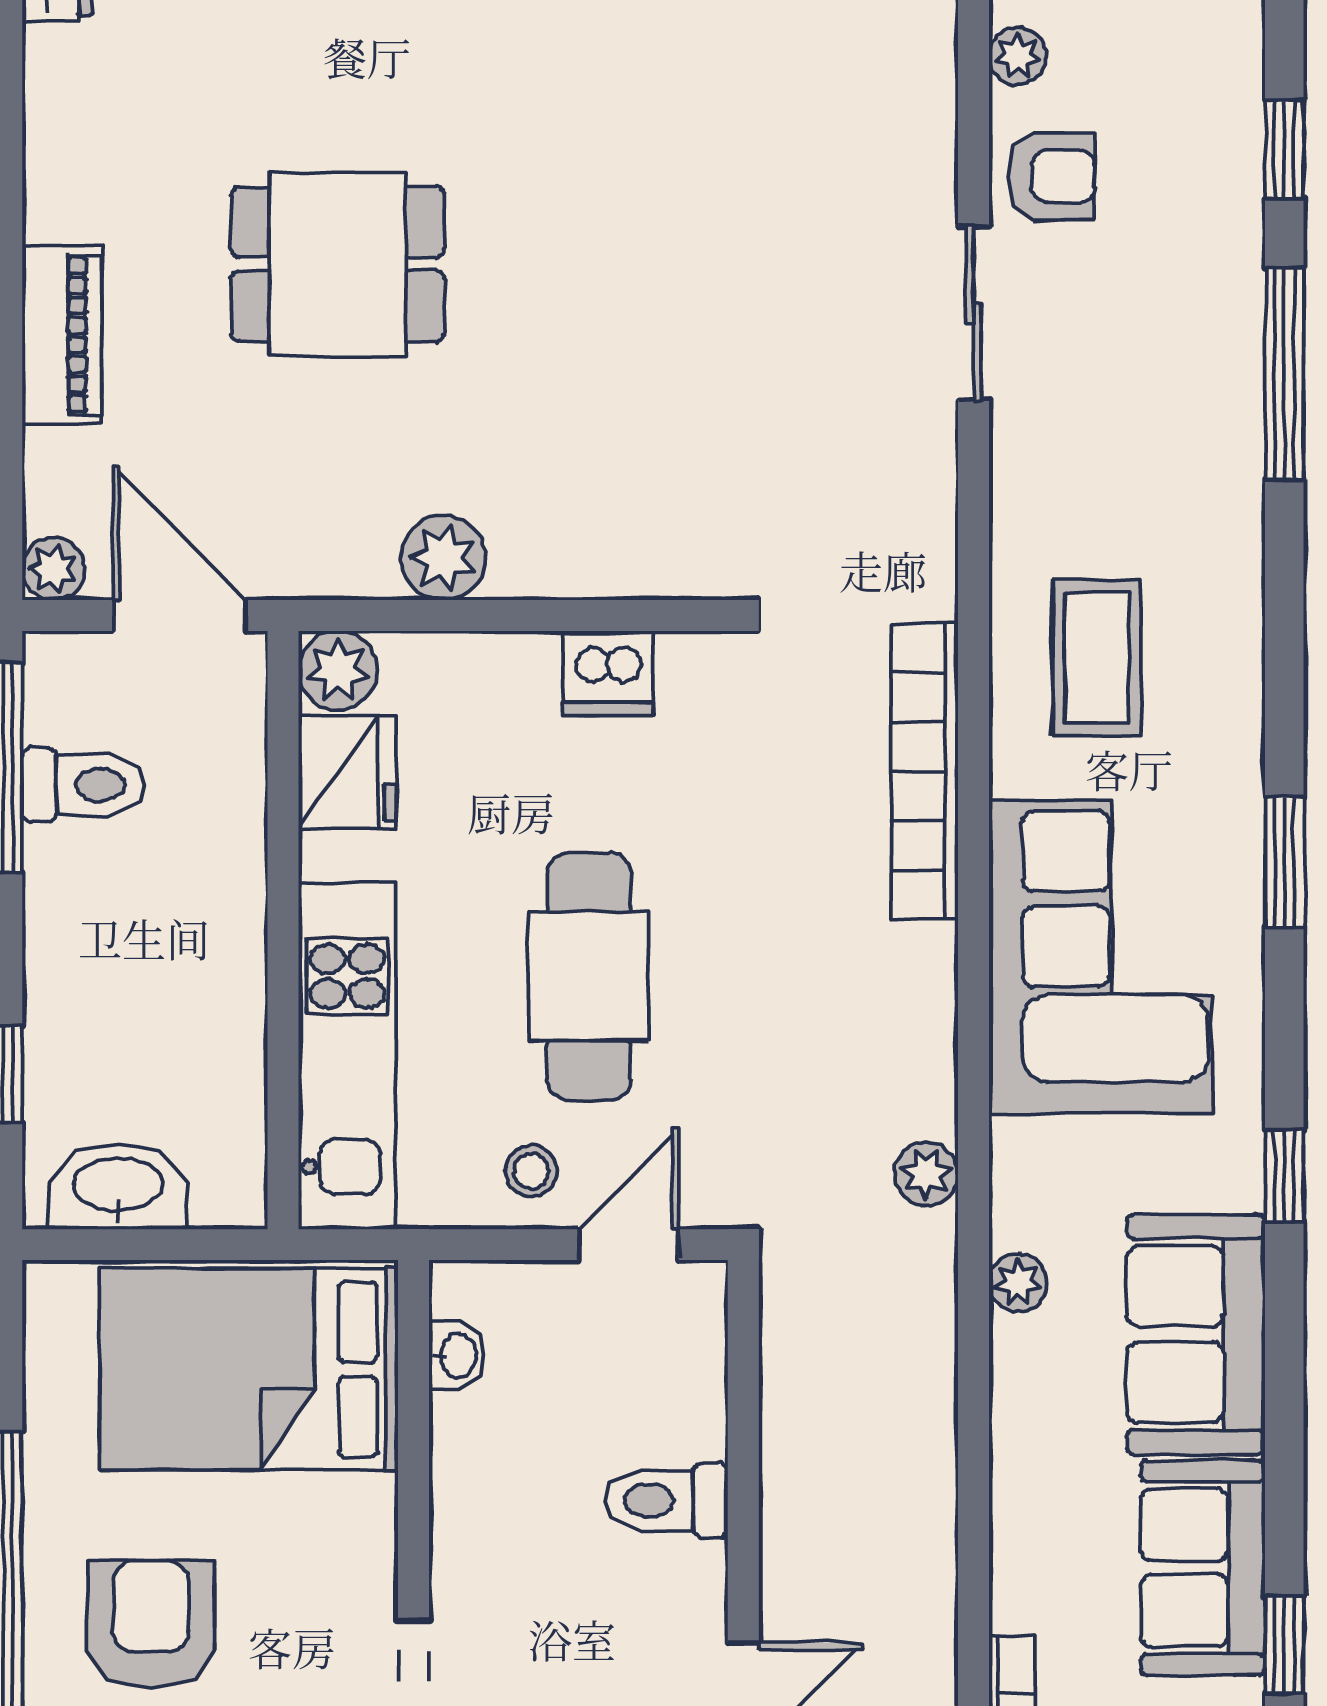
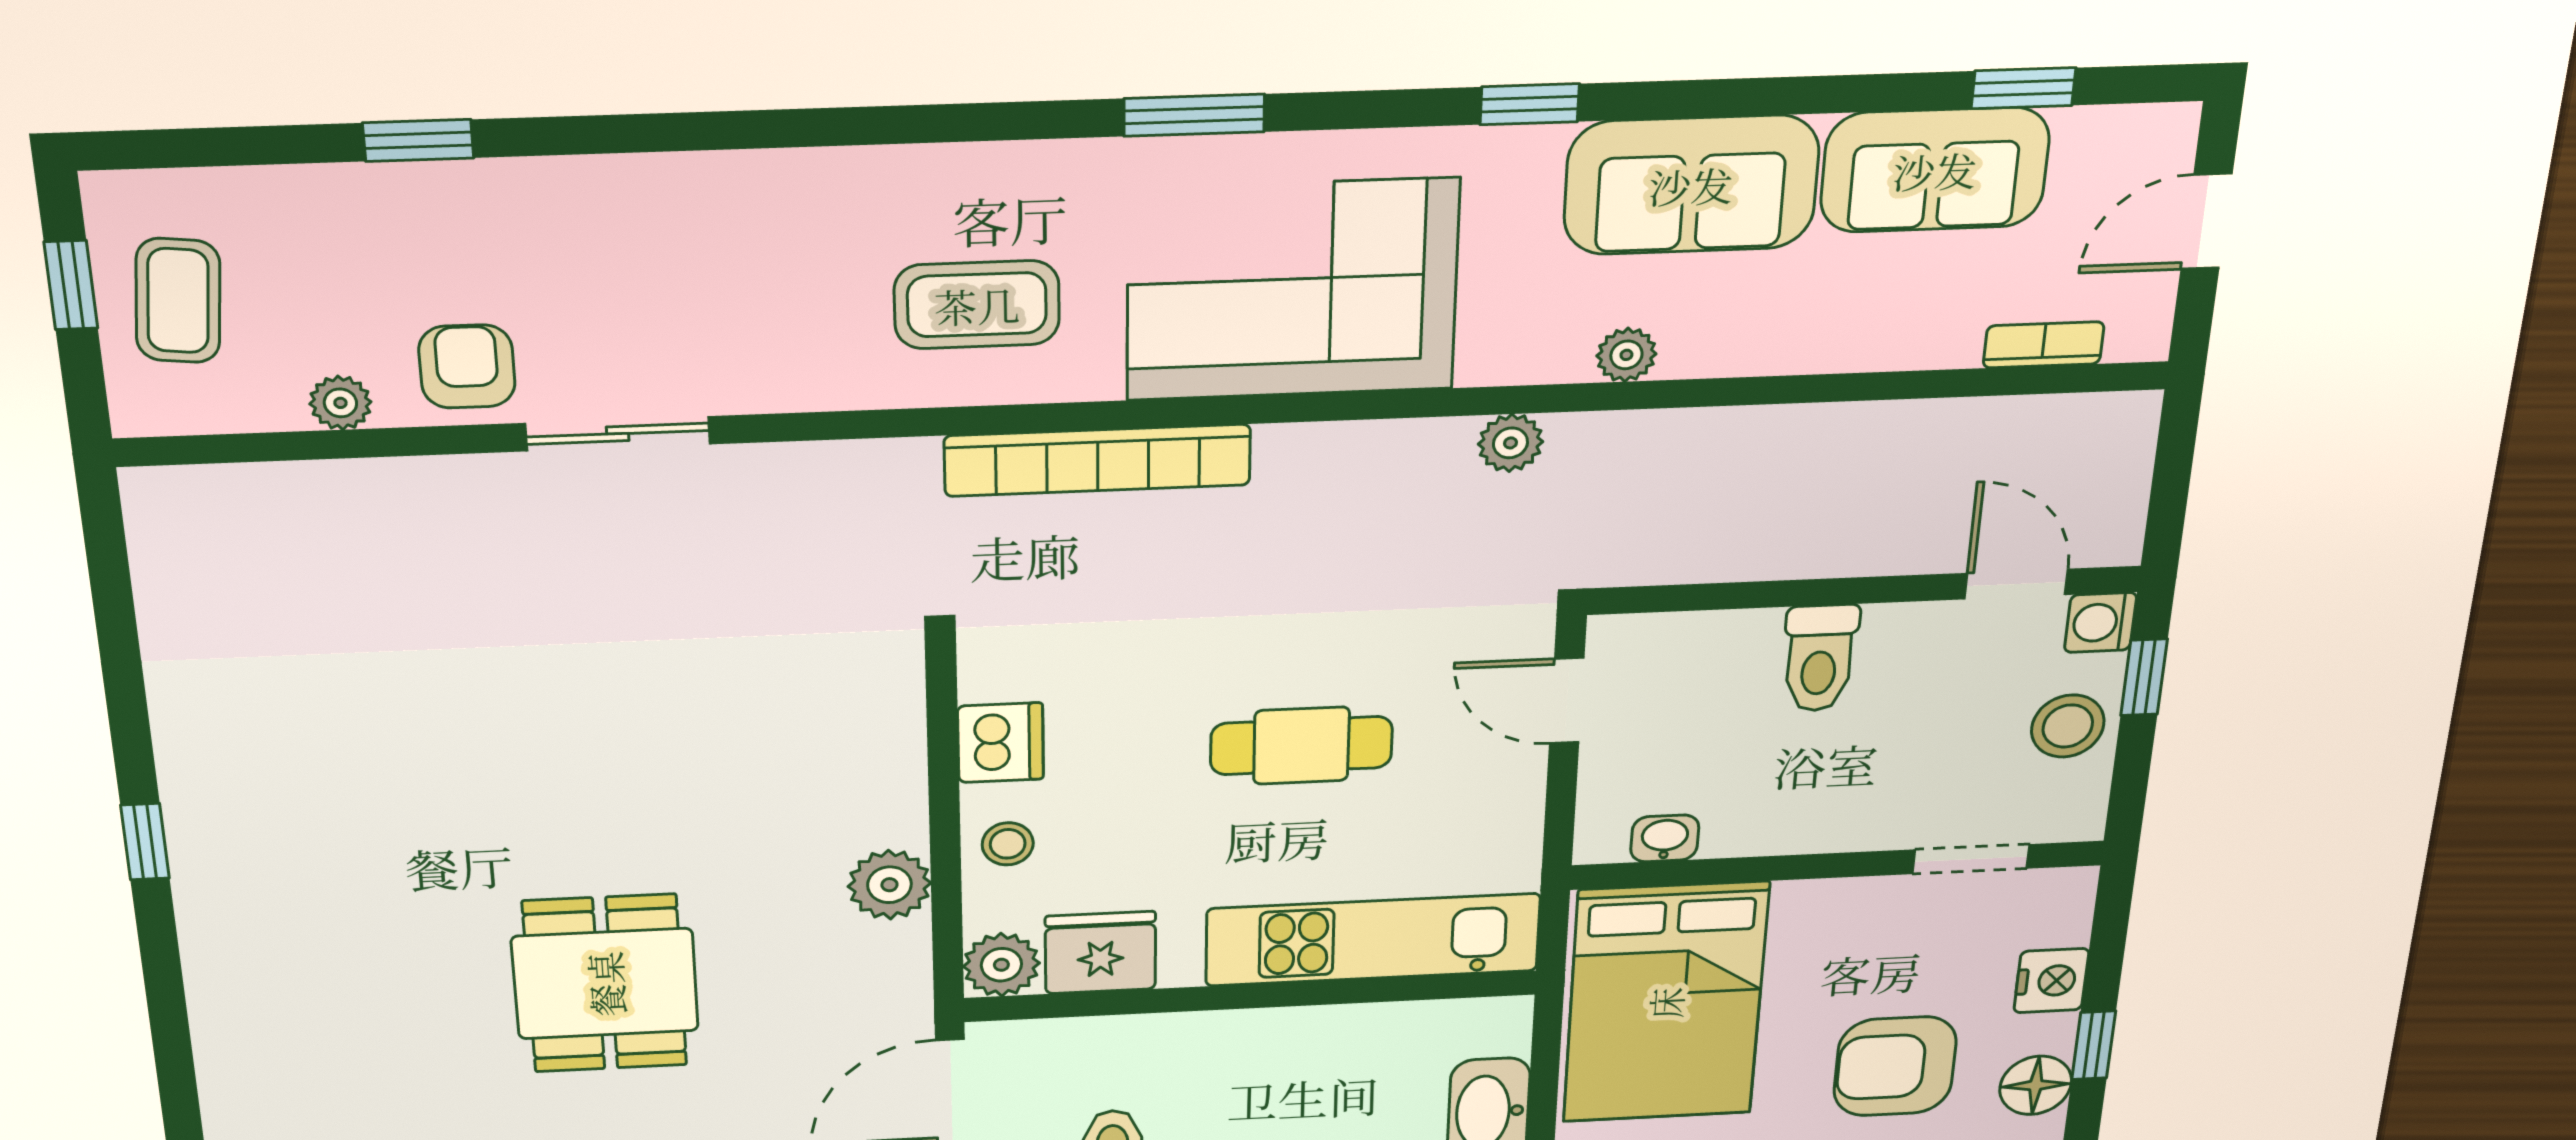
window: (1284, 373) -> (664, 132), removed
cafe table: (589, 976) -> (1301, 746), width x0.73, depth x0.74
stool: (531, 1171) -> (1008, 844), moved

